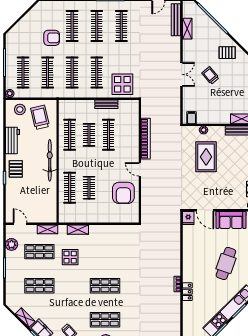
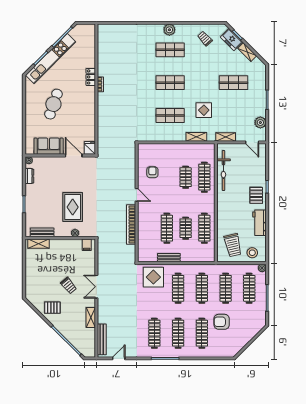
shelving: (187, 29) -> (91, 317), moved
bicycle: (50, 160) -> (223, 171), moved
armchair: (123, 193) -> (152, 172), width x0.53, depth x0.53
shop shelf: (39, 252) -> (170, 116), moved

